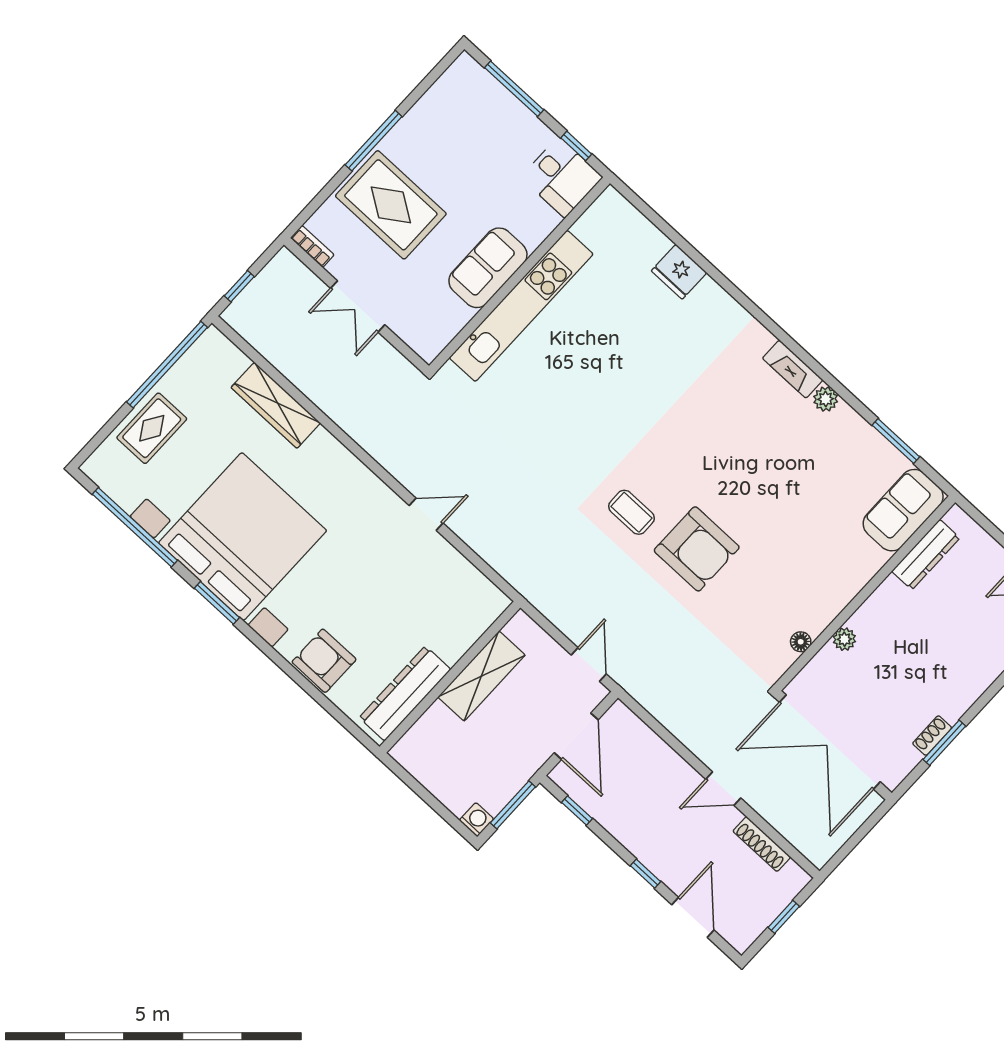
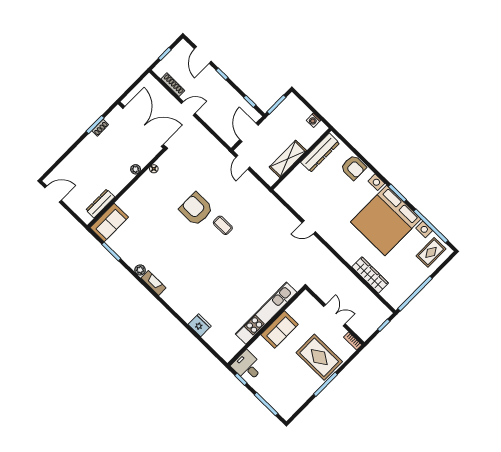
rug: (152, 428) -> (431, 252), moved
washing machine: (477, 820) -> (314, 120), moved

